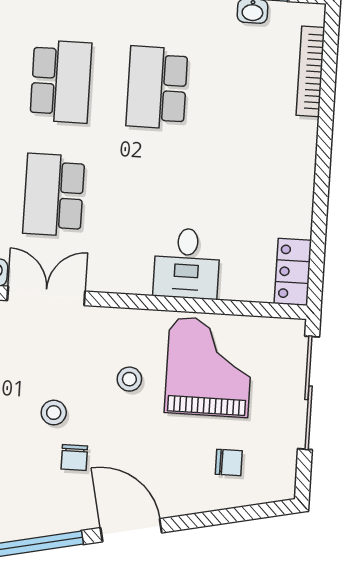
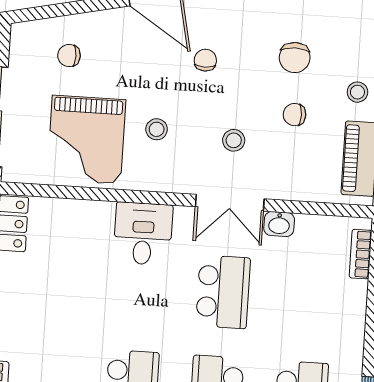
desk: (187, 263) -> (143, 234), moved
stool: (54, 413) -> (234, 140), moved

